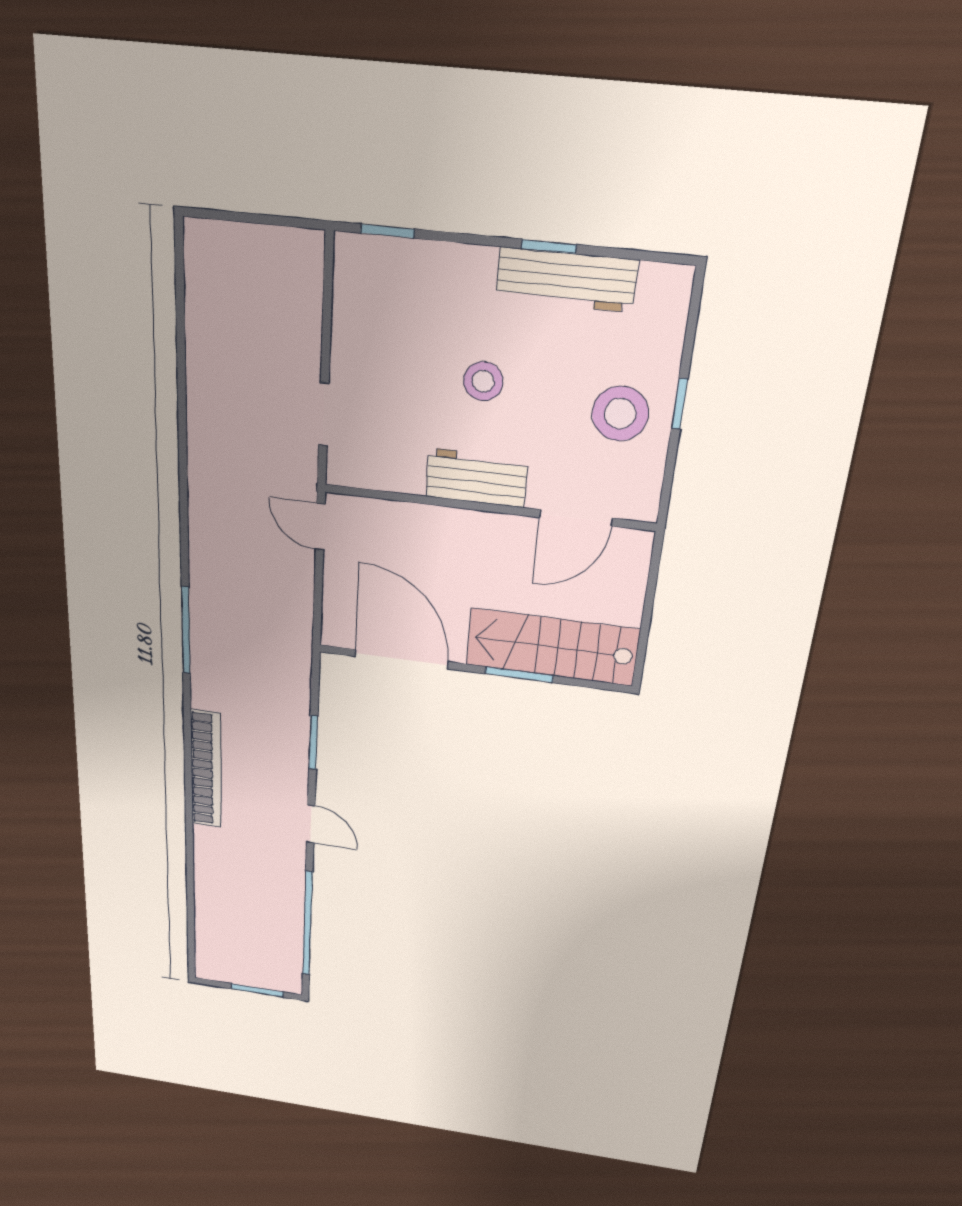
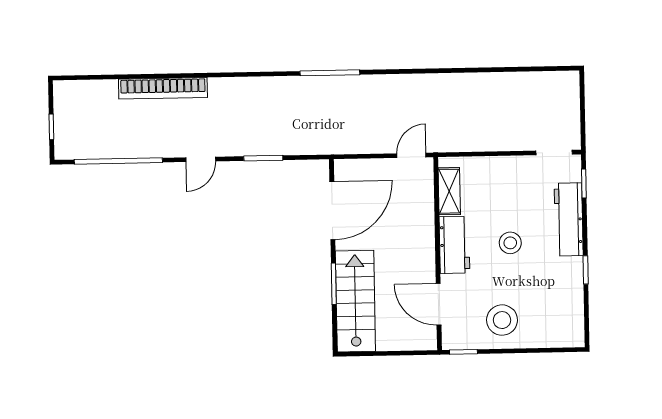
workbench: (566, 280) -> (569, 219), moved
window: (680, 404) -> (463, 352), moved
doorway: (324, 414) -> (554, 153), moved
shelving: (384, 474) -> (449, 191), added
bookcase: (206, 769) -> (163, 88), moved
window: (257, 990) -> (51, 127), width x0.67

